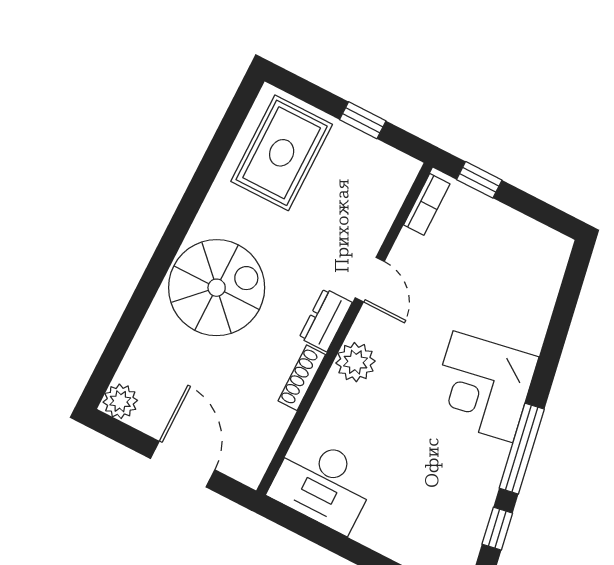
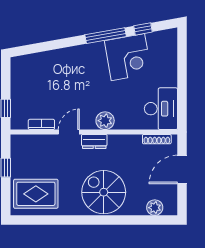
bookcase: (427, 204) -> (41, 124), moved
shoe rack: (302, 378) -> (157, 139), moved
corner desk: (483, 387) -> (128, 57), moved
plant: (120, 401) -> (155, 208), moved

